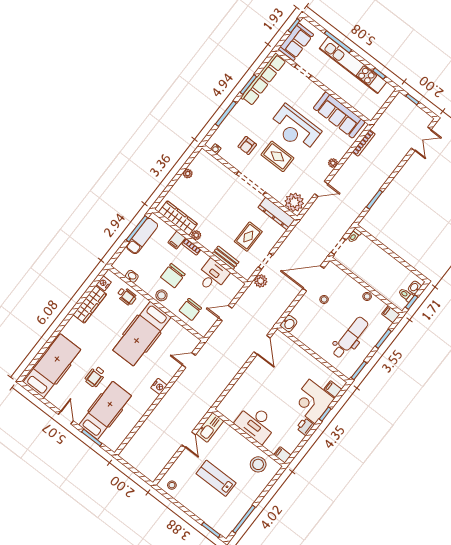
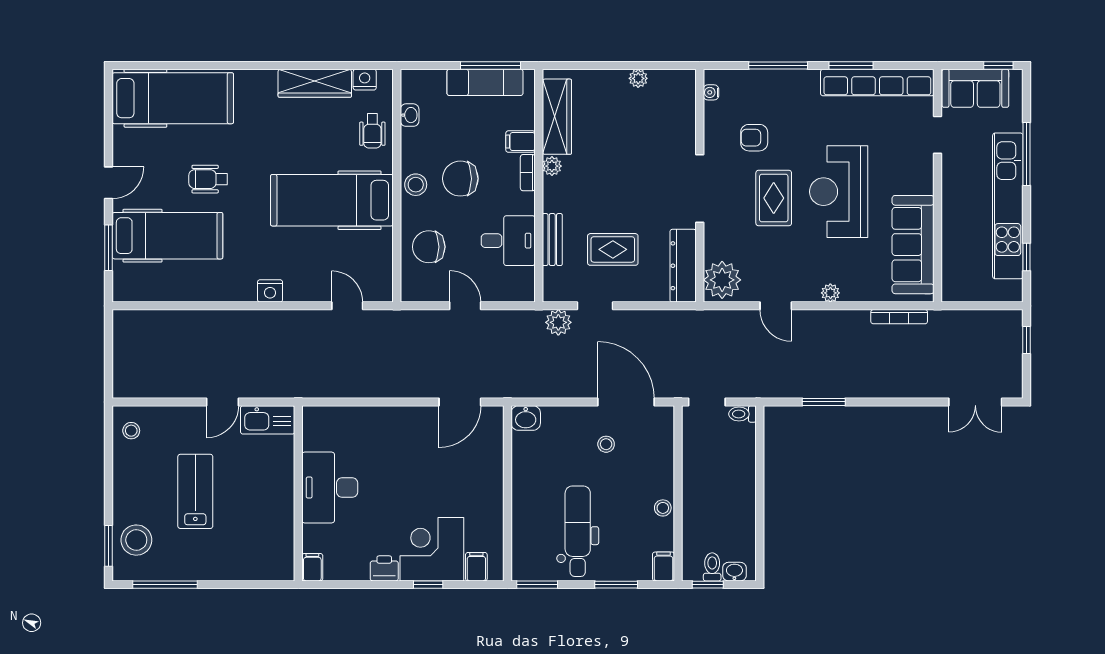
dental chair: (350, 338) -> (578, 531), turned -90
stool: (258, 464) -> (136, 540), moved

